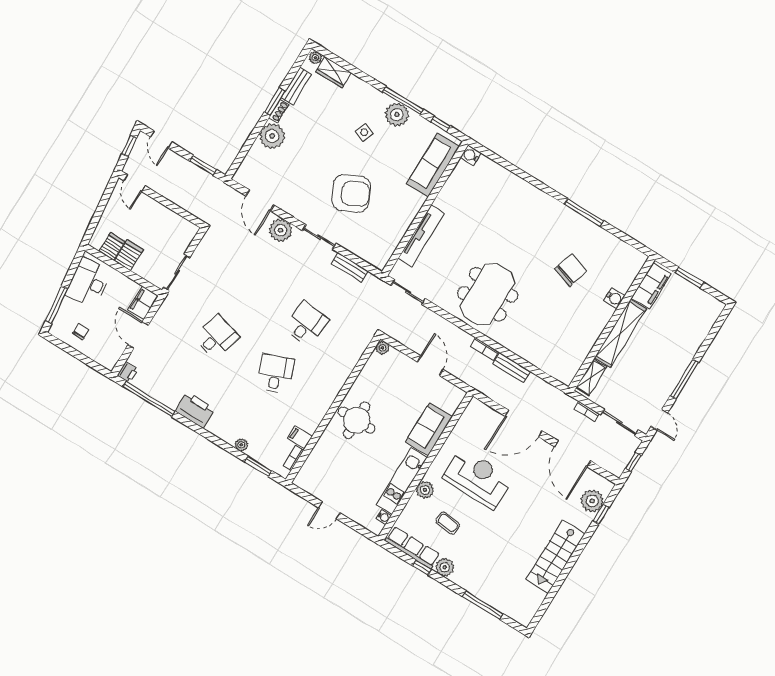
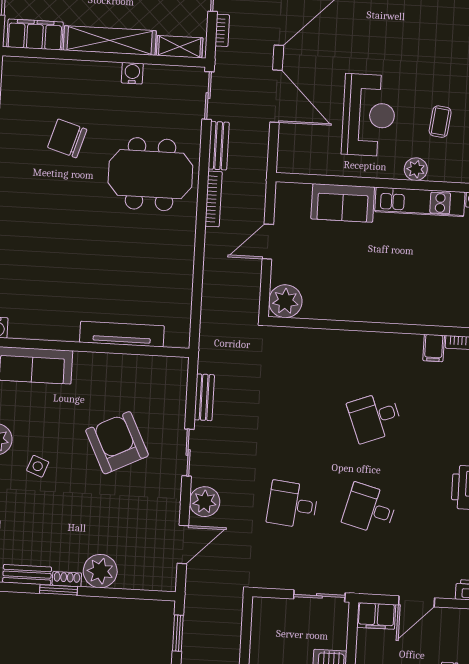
sliding door: (408, 292) -> (208, 96), moved
meeting table: (488, 294) -> (150, 174), moved
water cooler: (614, 298) -> (132, 73), moved
desk: (306, 324) -> (292, 505), moved
plant: (382, 348) -> (285, 301), width x1.87, depth x1.87
bookcase: (484, 349) -> (214, 199), width x1.56
round table: (357, 420) -> (378, 293), removed
reception desk: (478, 478) -> (369, 115), turned 180

